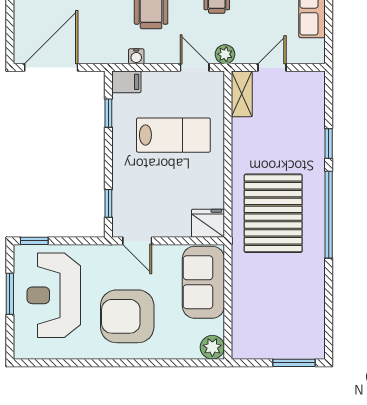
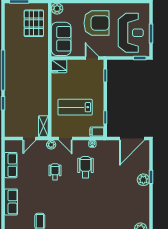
pallet: (273, 213) -> (34, 23), moved, width x0.73, depth x0.71

